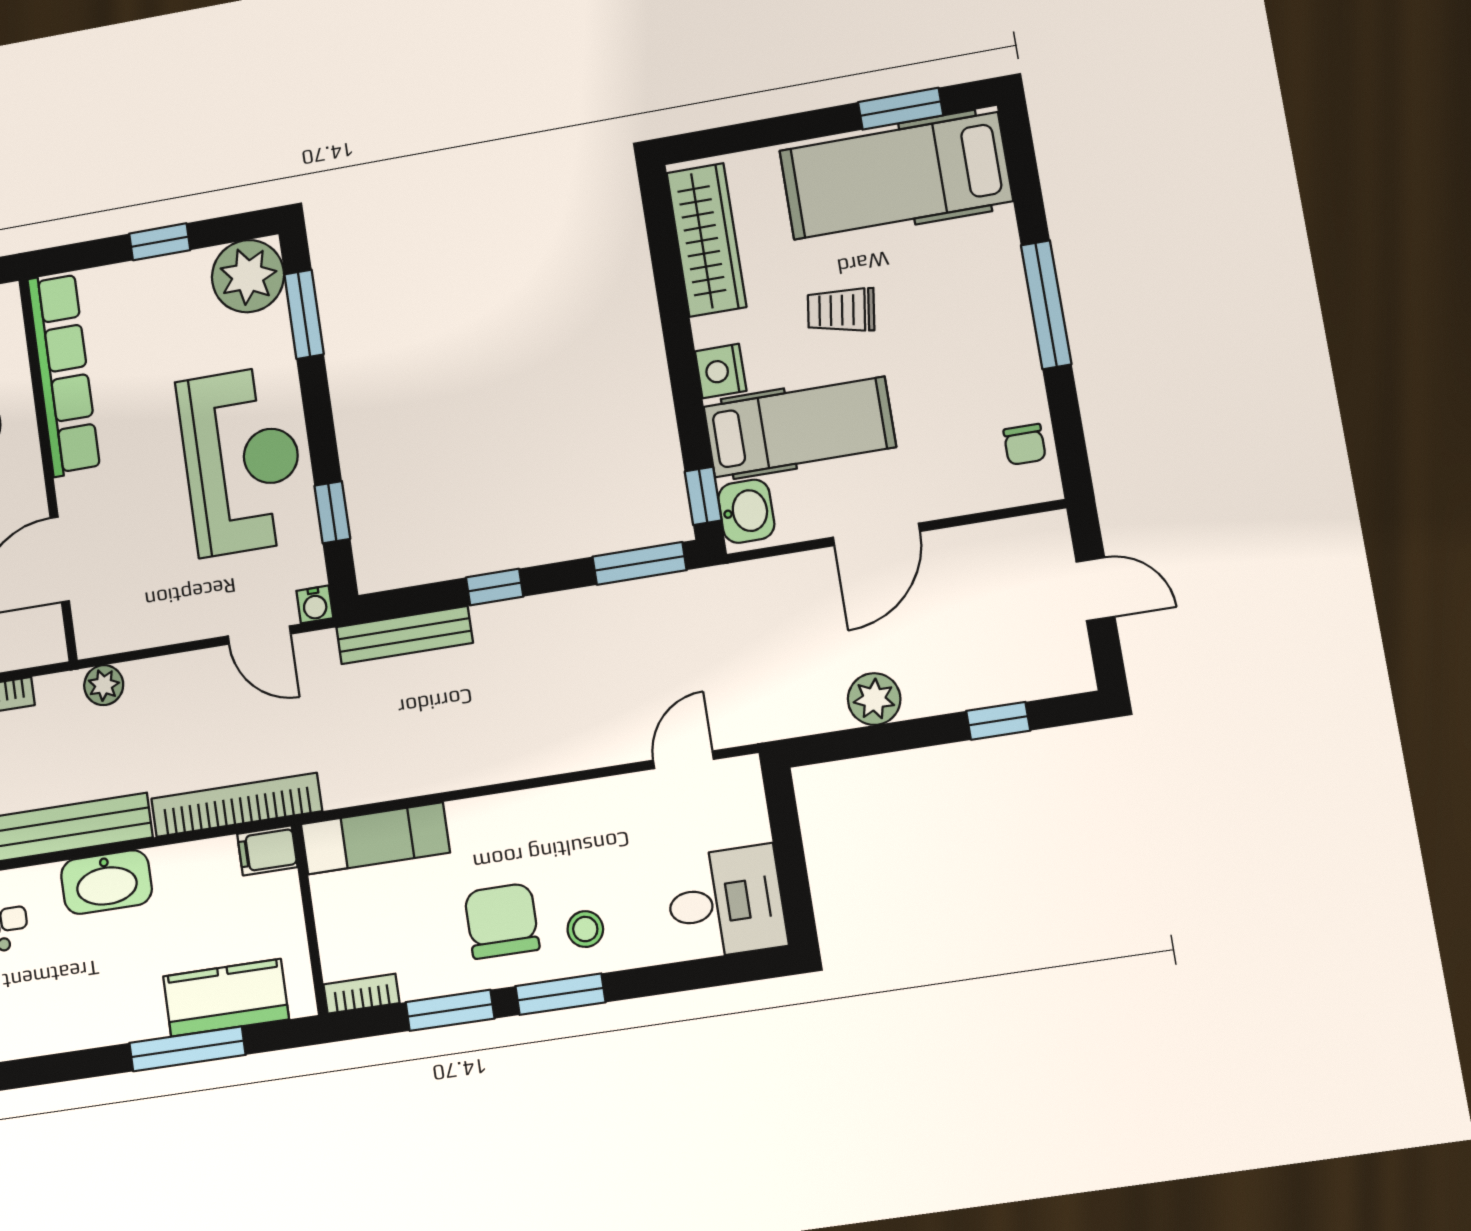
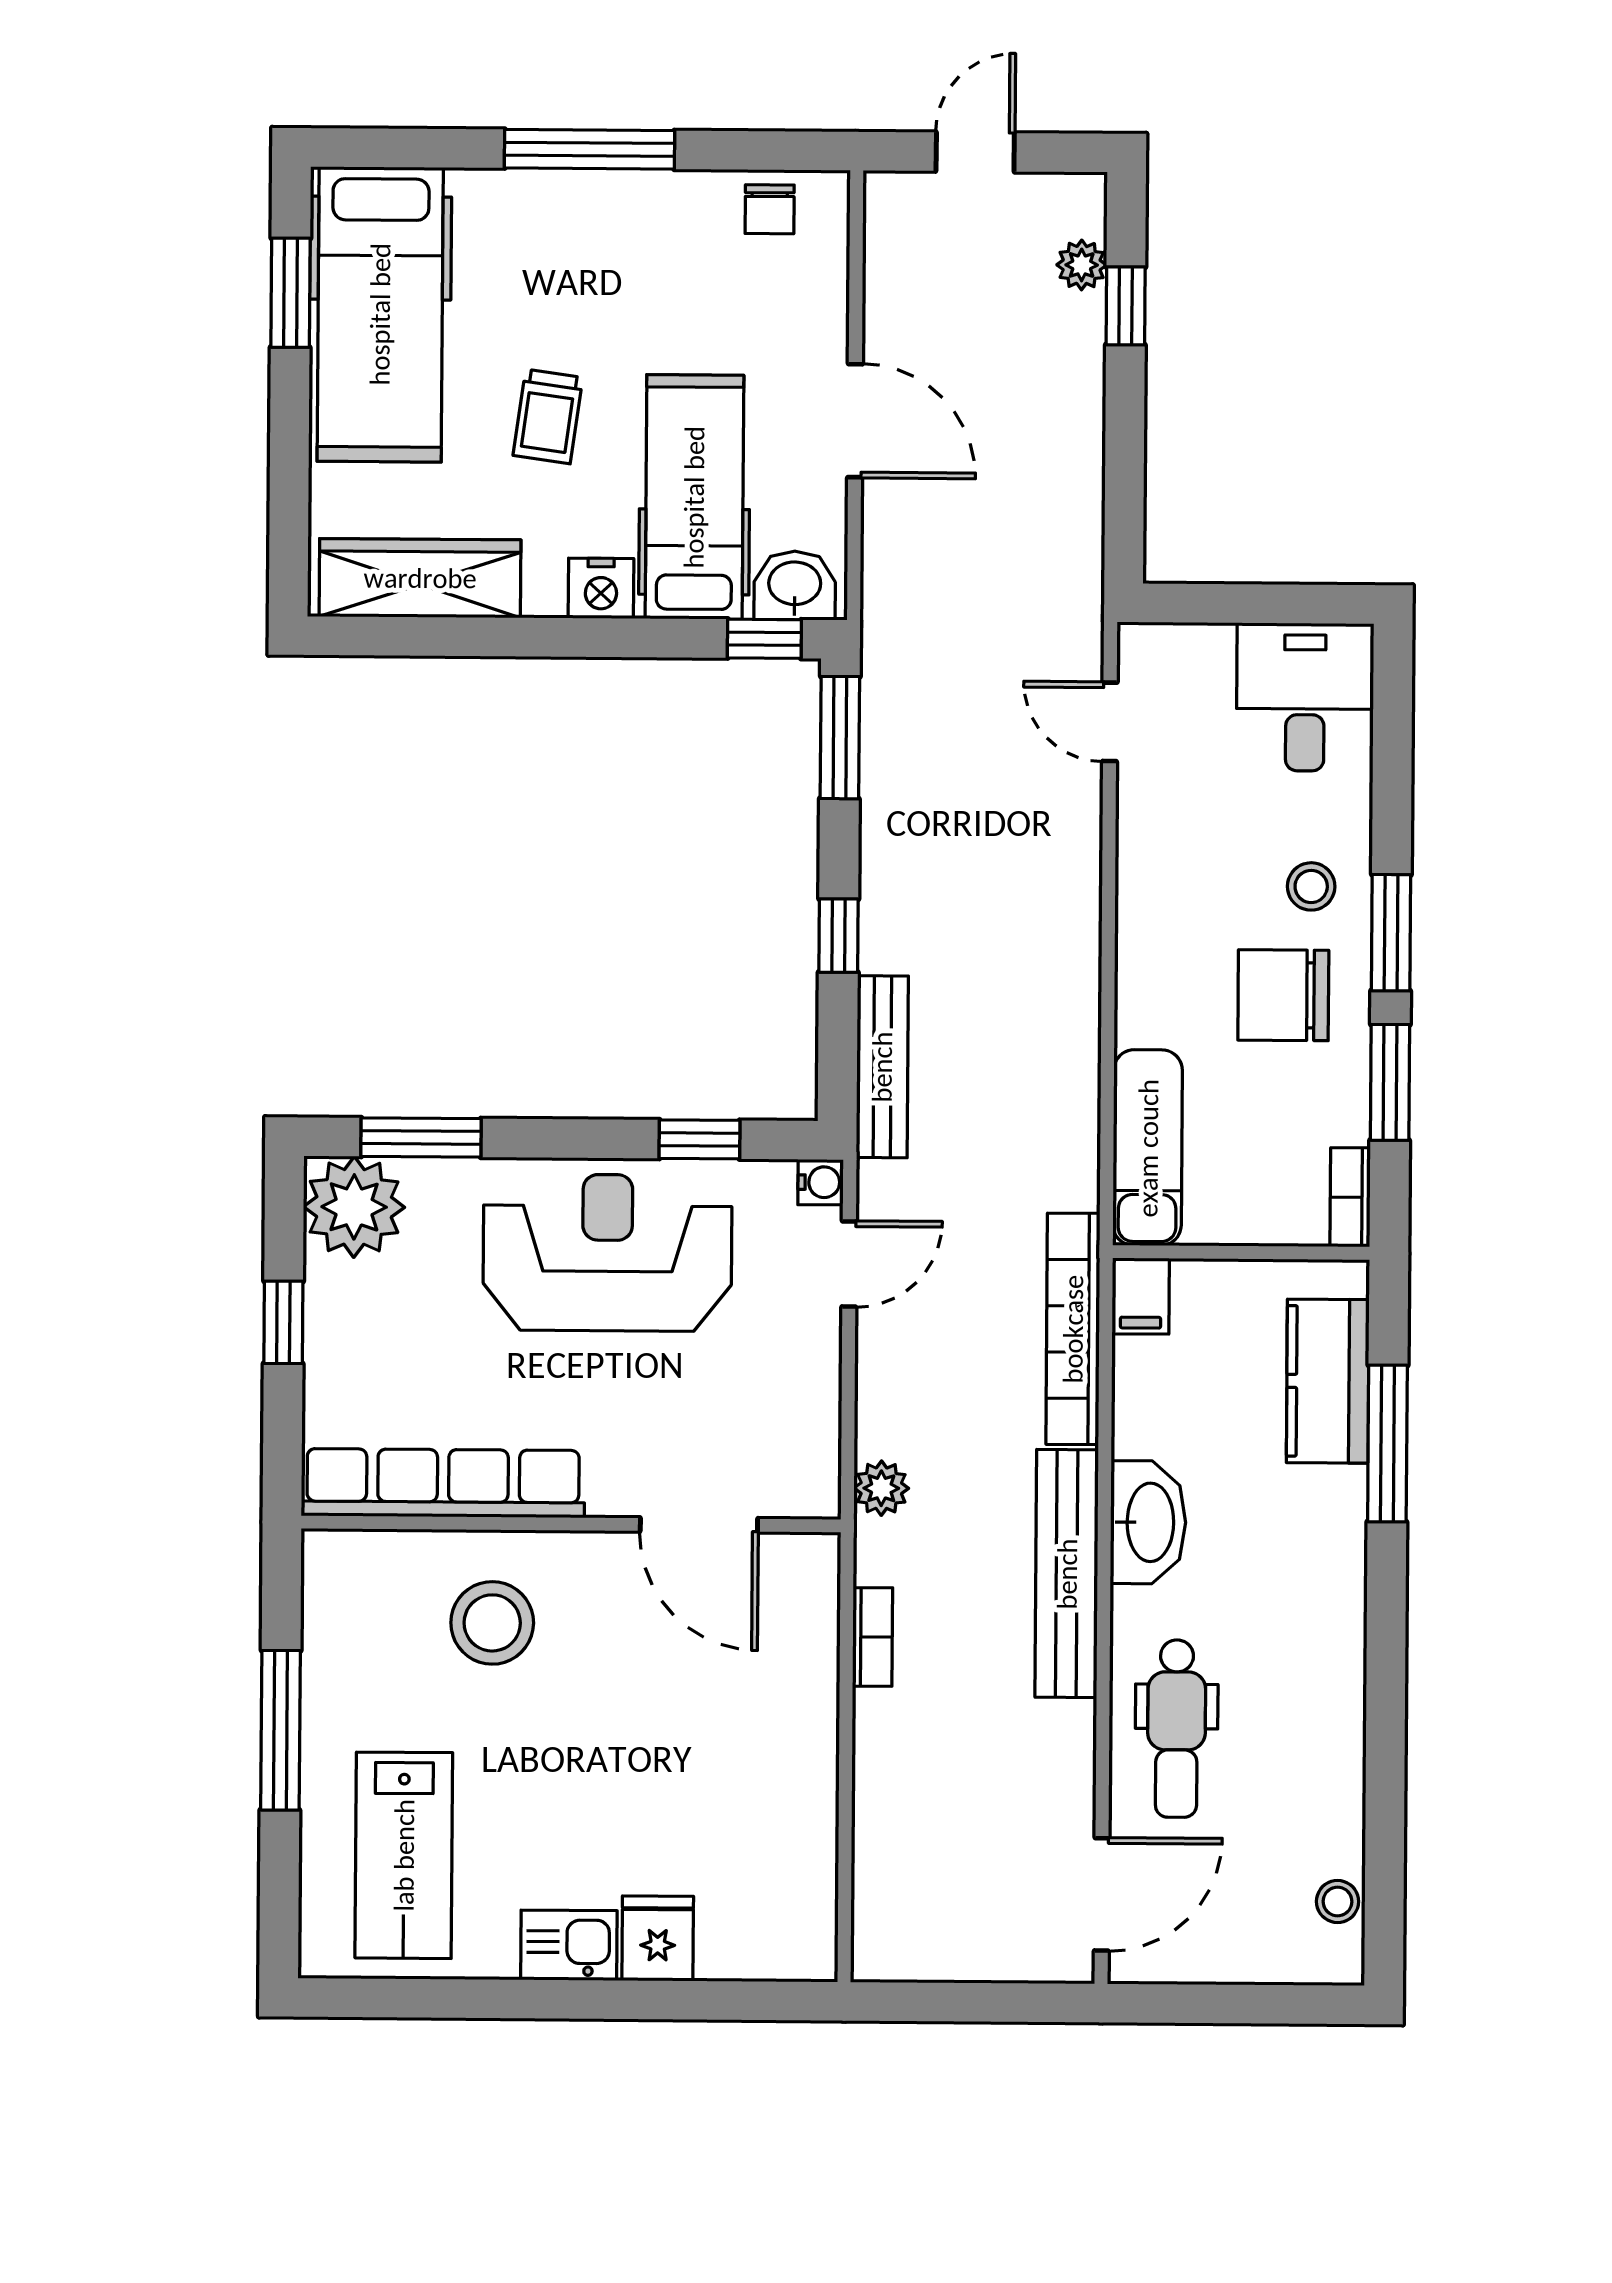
chair: (1025, 444) -> (770, 209), turned 90
plant: (874, 699) -> (1082, 265), moved, width x0.73, depth x0.73

